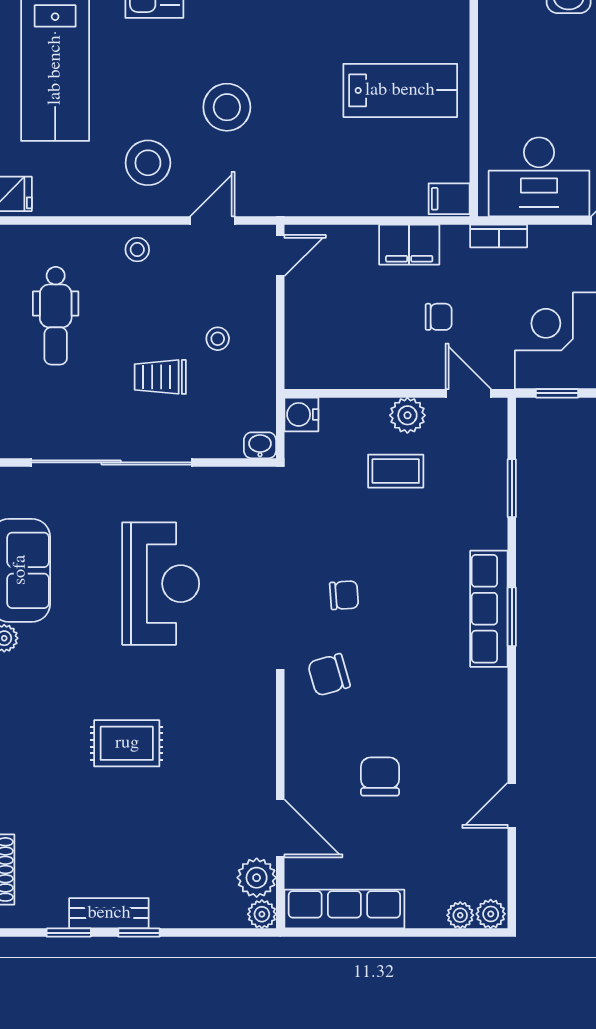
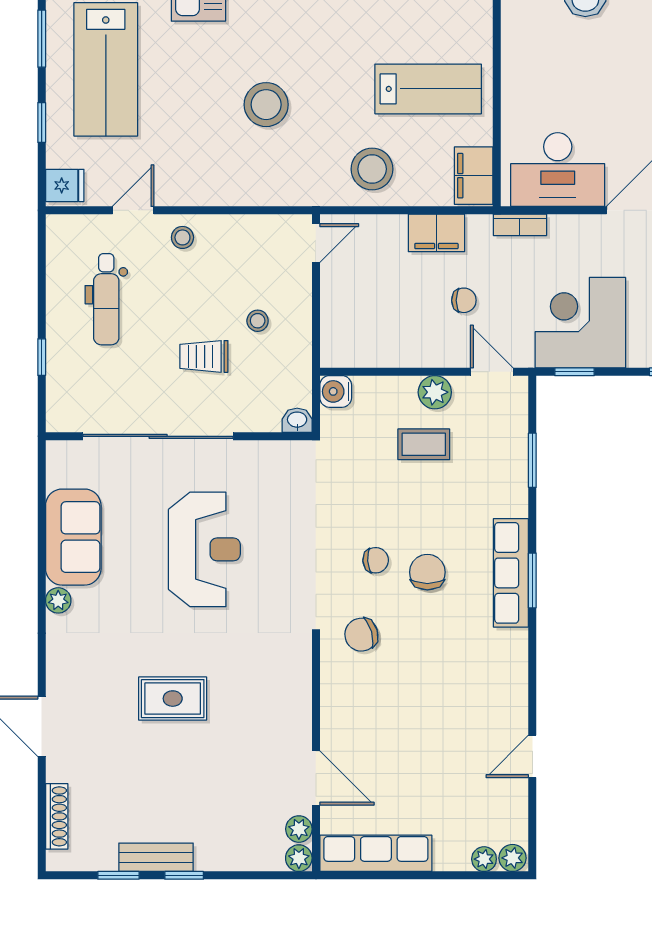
stool: (148, 163) -> (372, 169), moved
filing cabinet: (449, 199) -> (474, 176), width x2.00
door: (212, 221) -> (133, 210), moved
chair: (380, 777) -> (427, 572), moved
plant: (257, 878) -> (299, 829), width x0.73, depth x0.73

